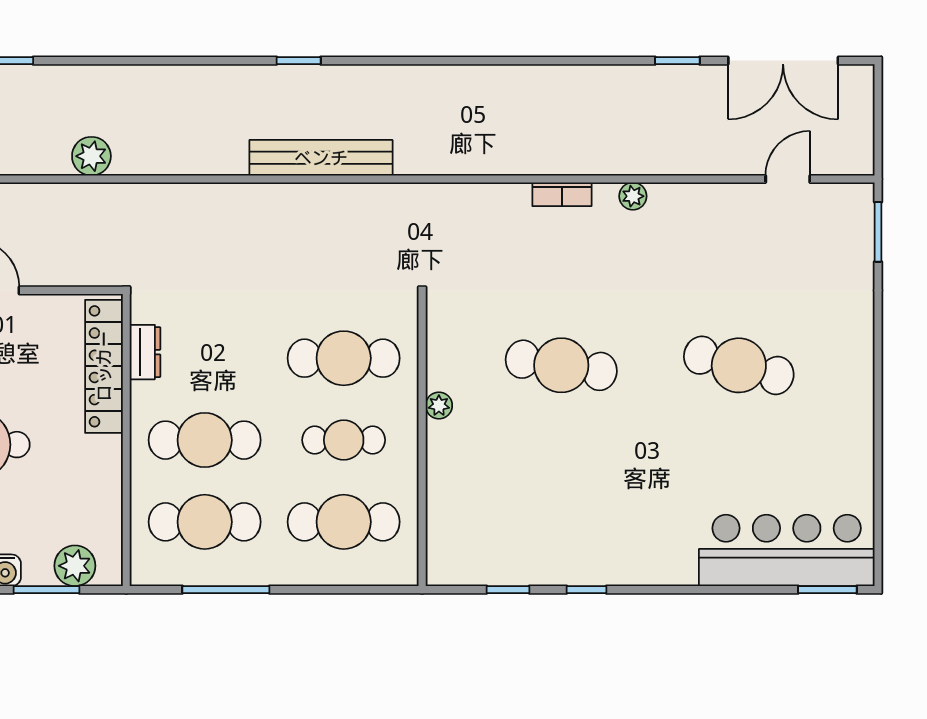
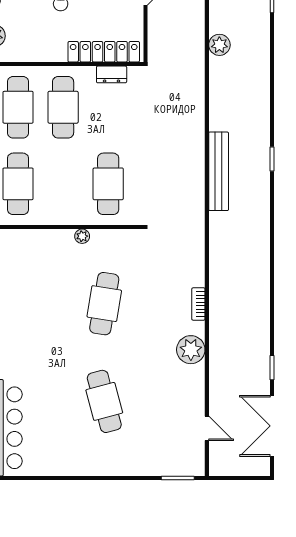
plant: (633, 196) -> (191, 350), width x1.88, depth x1.88
cafe table: (739, 365) -> (104, 401), turned -30
cafe table: (344, 440) -> (63, 184), removed

